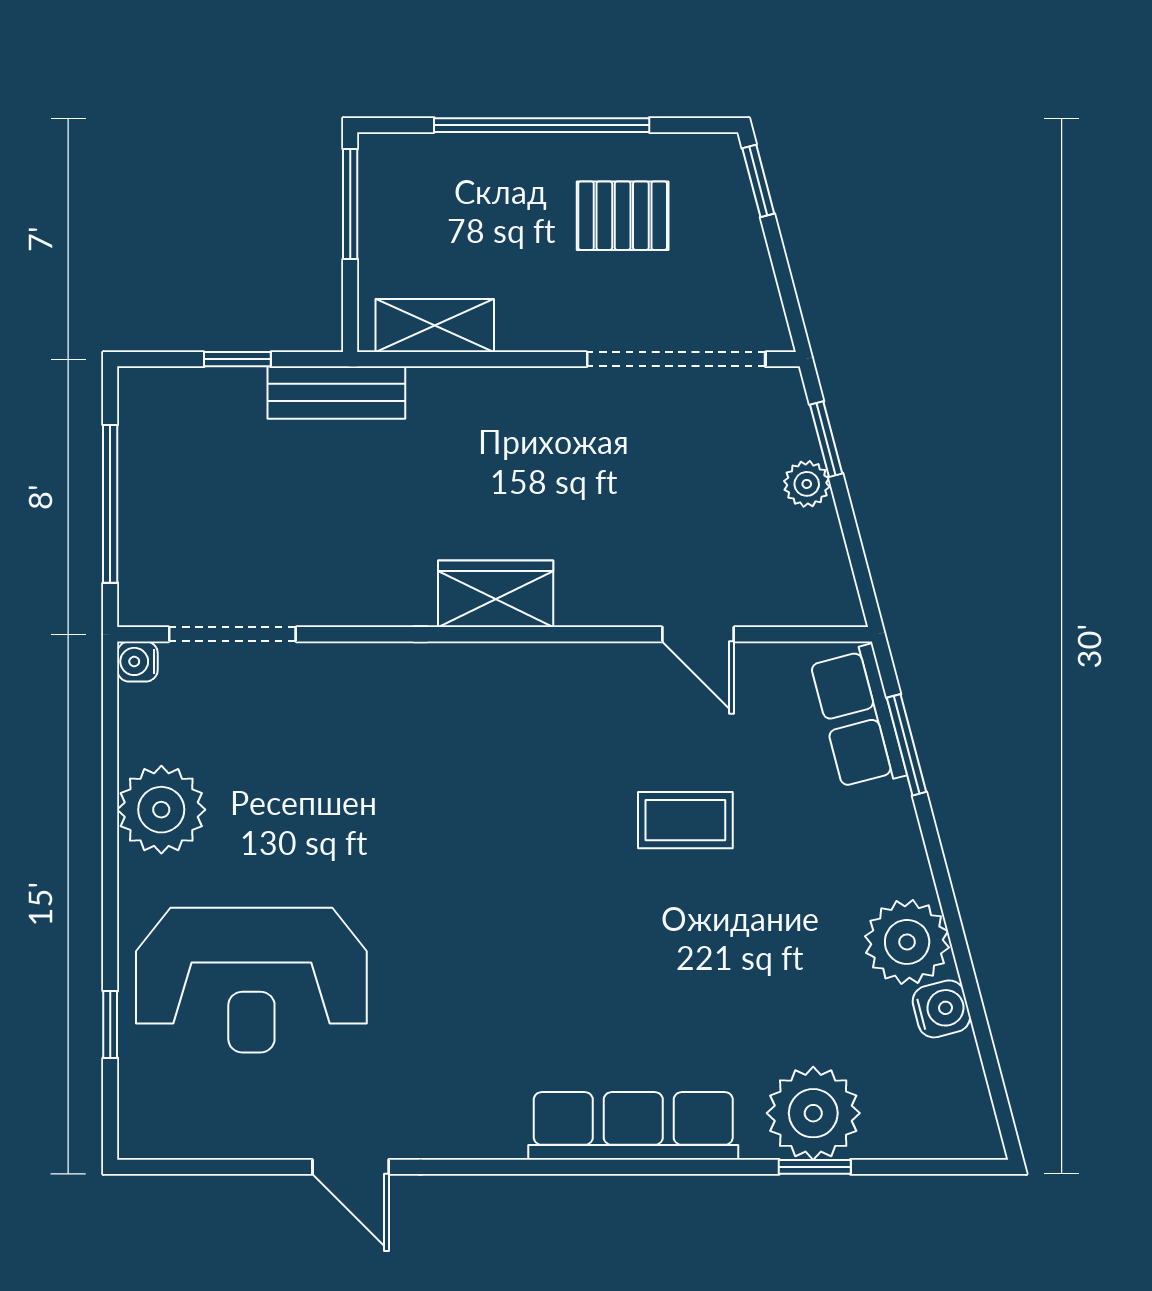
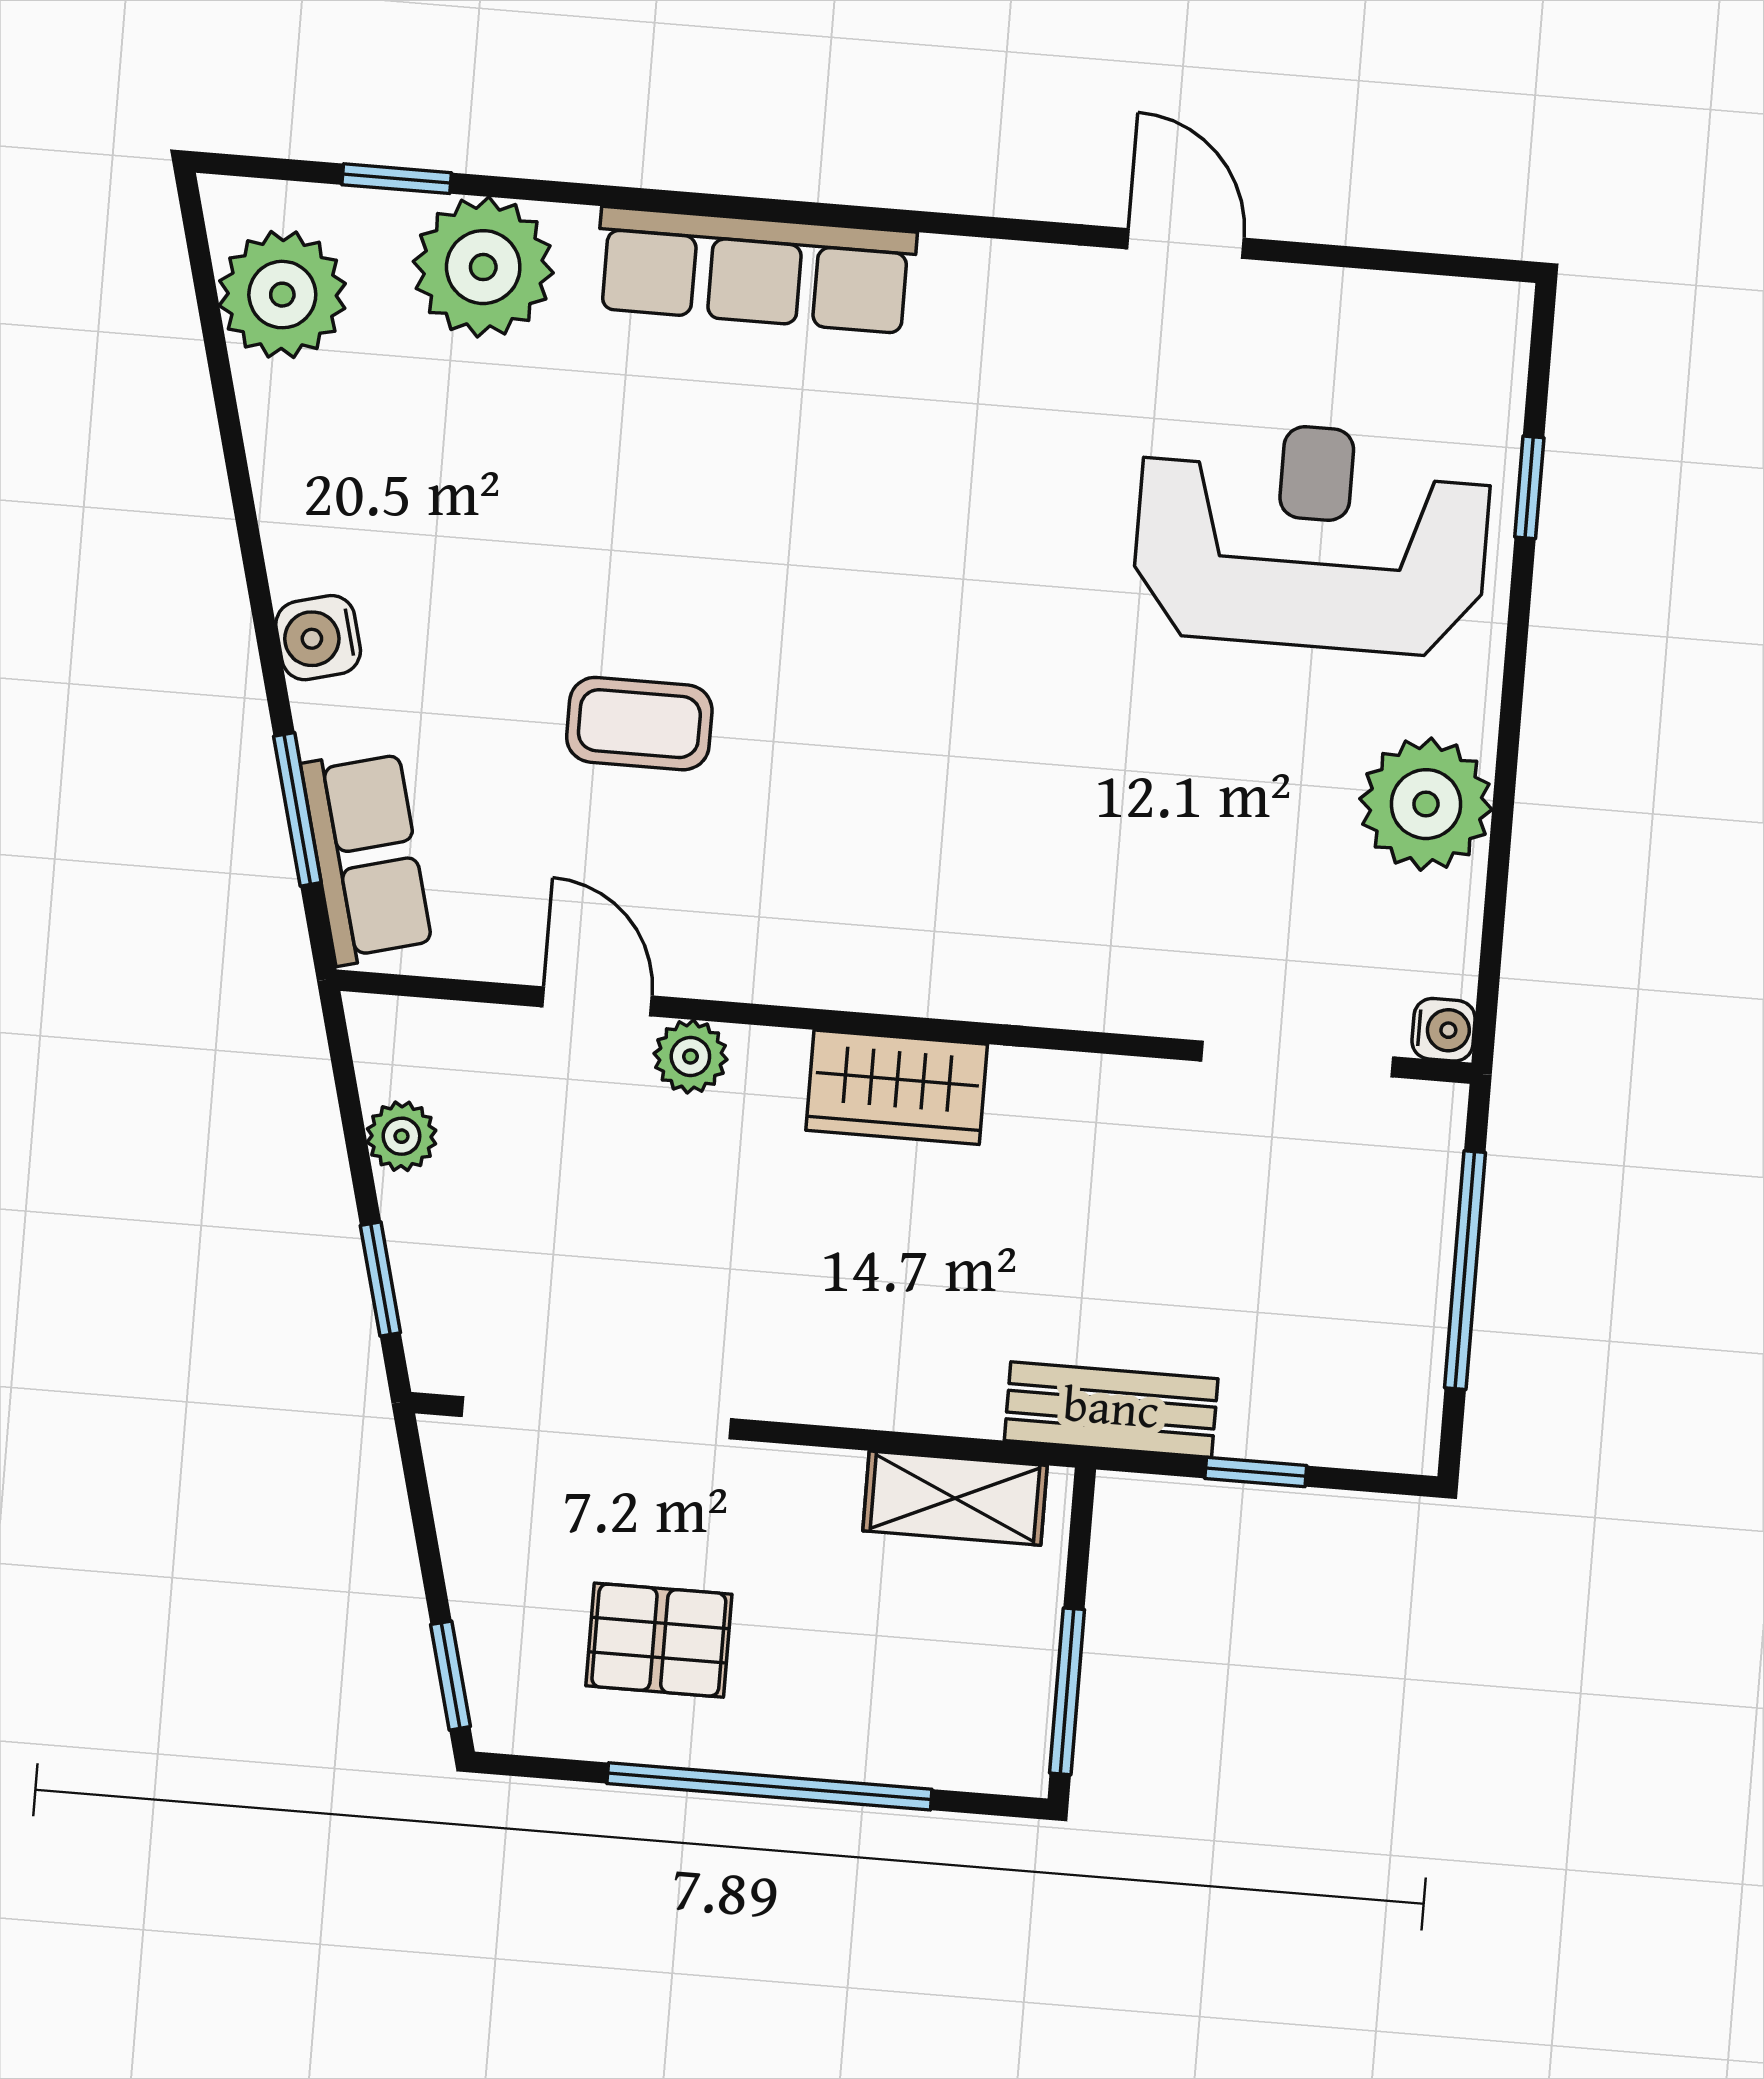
plant: (807, 484) -> (401, 1136), moved
plant: (633, 603) -> (690, 1057), added
plant: (907, 942) -> (282, 295), moved
water cooler: (941, 1009) -> (318, 638), moved
window: (815, 1167) -> (397, 179), moved

